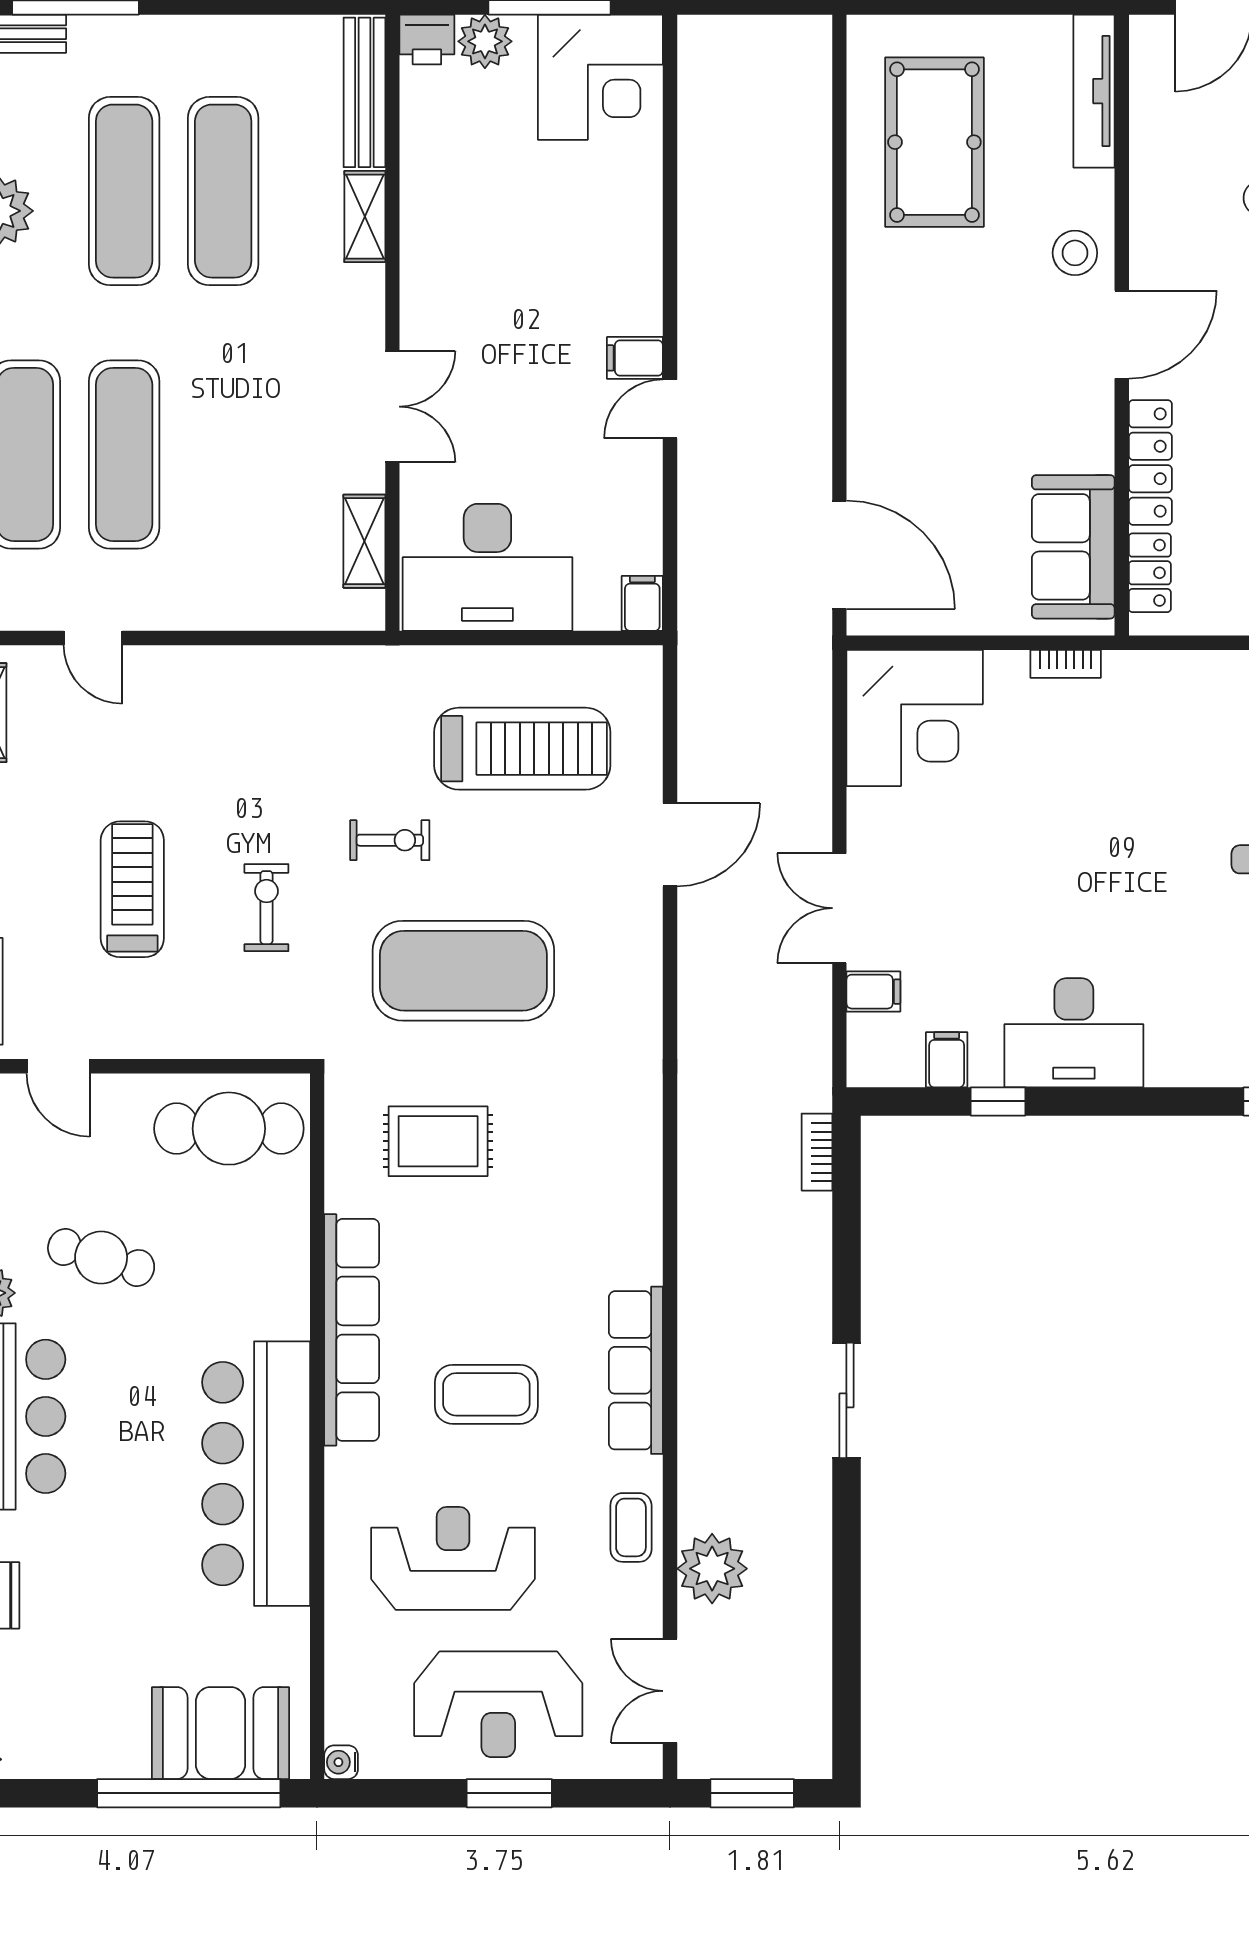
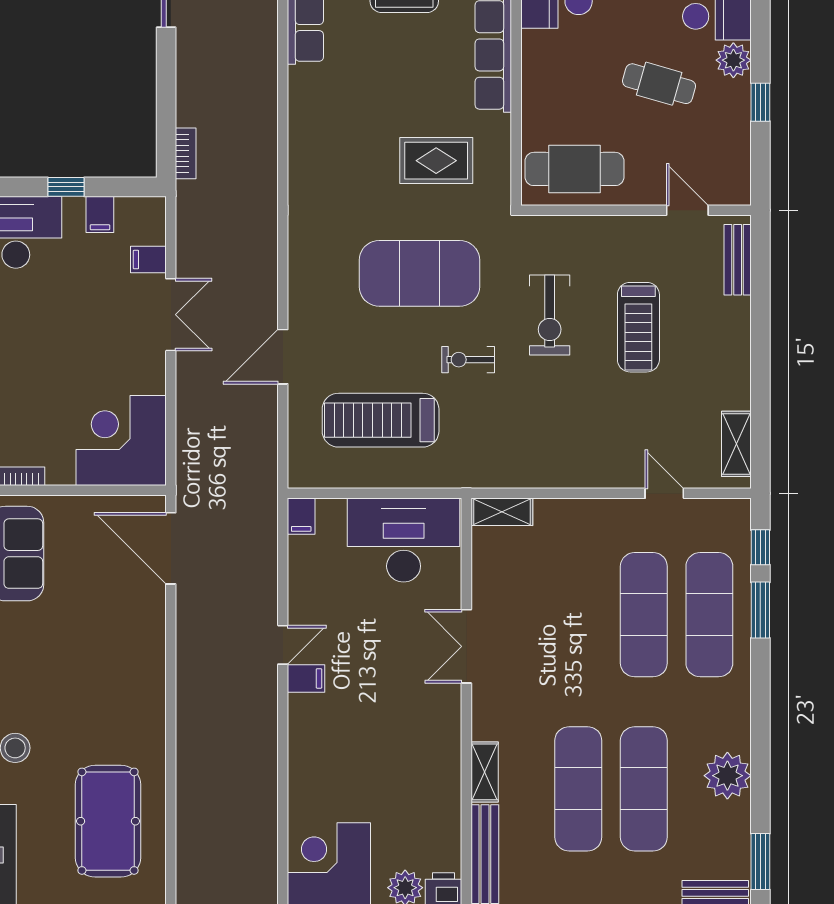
shelving: (364, 541) -> (502, 512), moved, turned 90
exercise bike: (266, 908) -> (550, 315), width x1.38, depth x1.39

